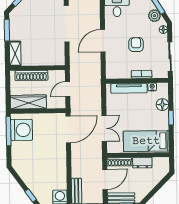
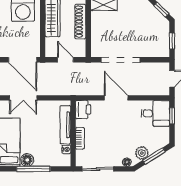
doorway: (67, 24) -> (121, 60), moved
armchair: (136, 45) -> (111, 133), removed
printer: (114, 72) -> (83, 110), added
floor lamp: (162, 105) -> (27, 160), moved
window: (171, 118) -> (33, 169), width x2.17

